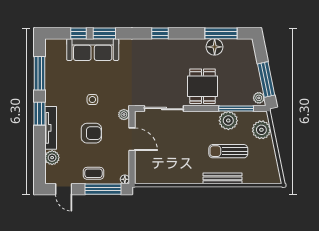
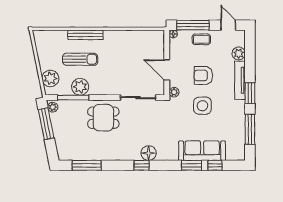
floor lamp: (215, 47) -> (149, 153), moved
dining table: (202, 86) -> (103, 118), turned 90
side table: (92, 100) -> (202, 106), width x1.87, depth x1.87

